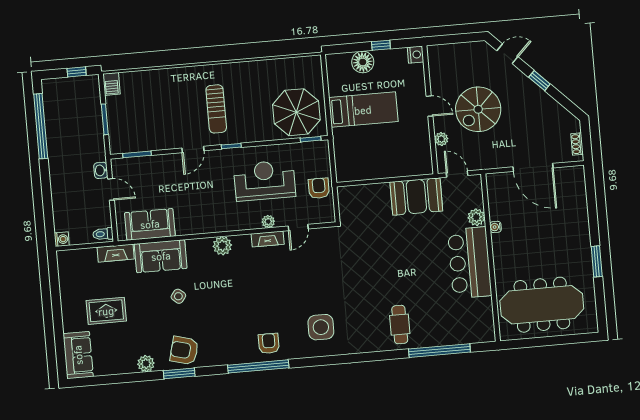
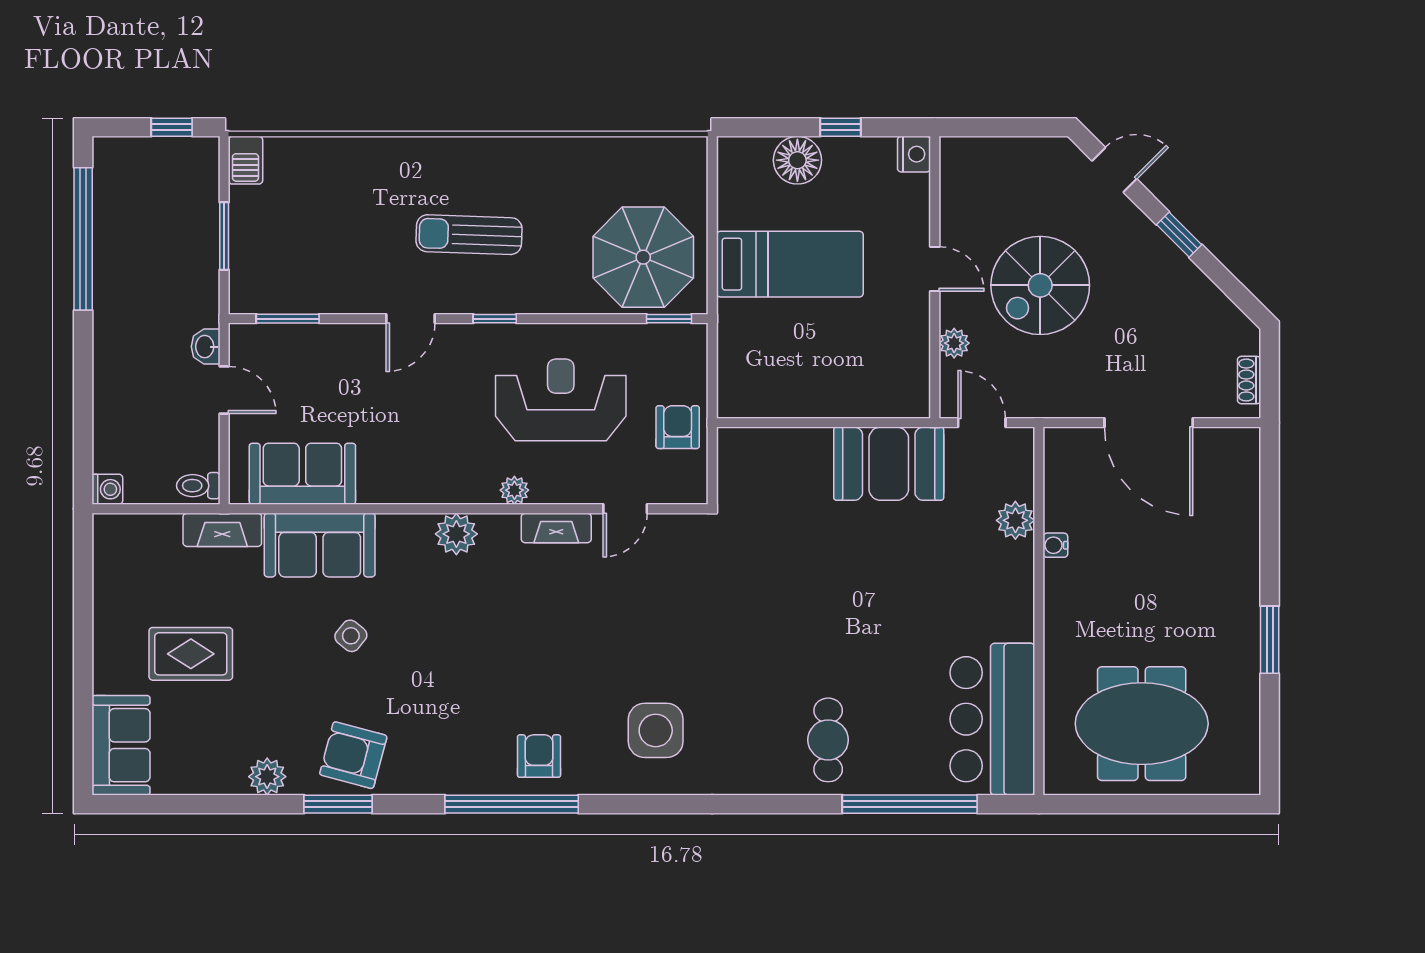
sun lounger: (216, 109) -> (469, 235), turned 92
plant: (268, 222) -> (514, 490), moved
bar counter: (470, 263) -> (992, 719), moved
meeting table: (542, 305) -> (1142, 724), width x0.73

